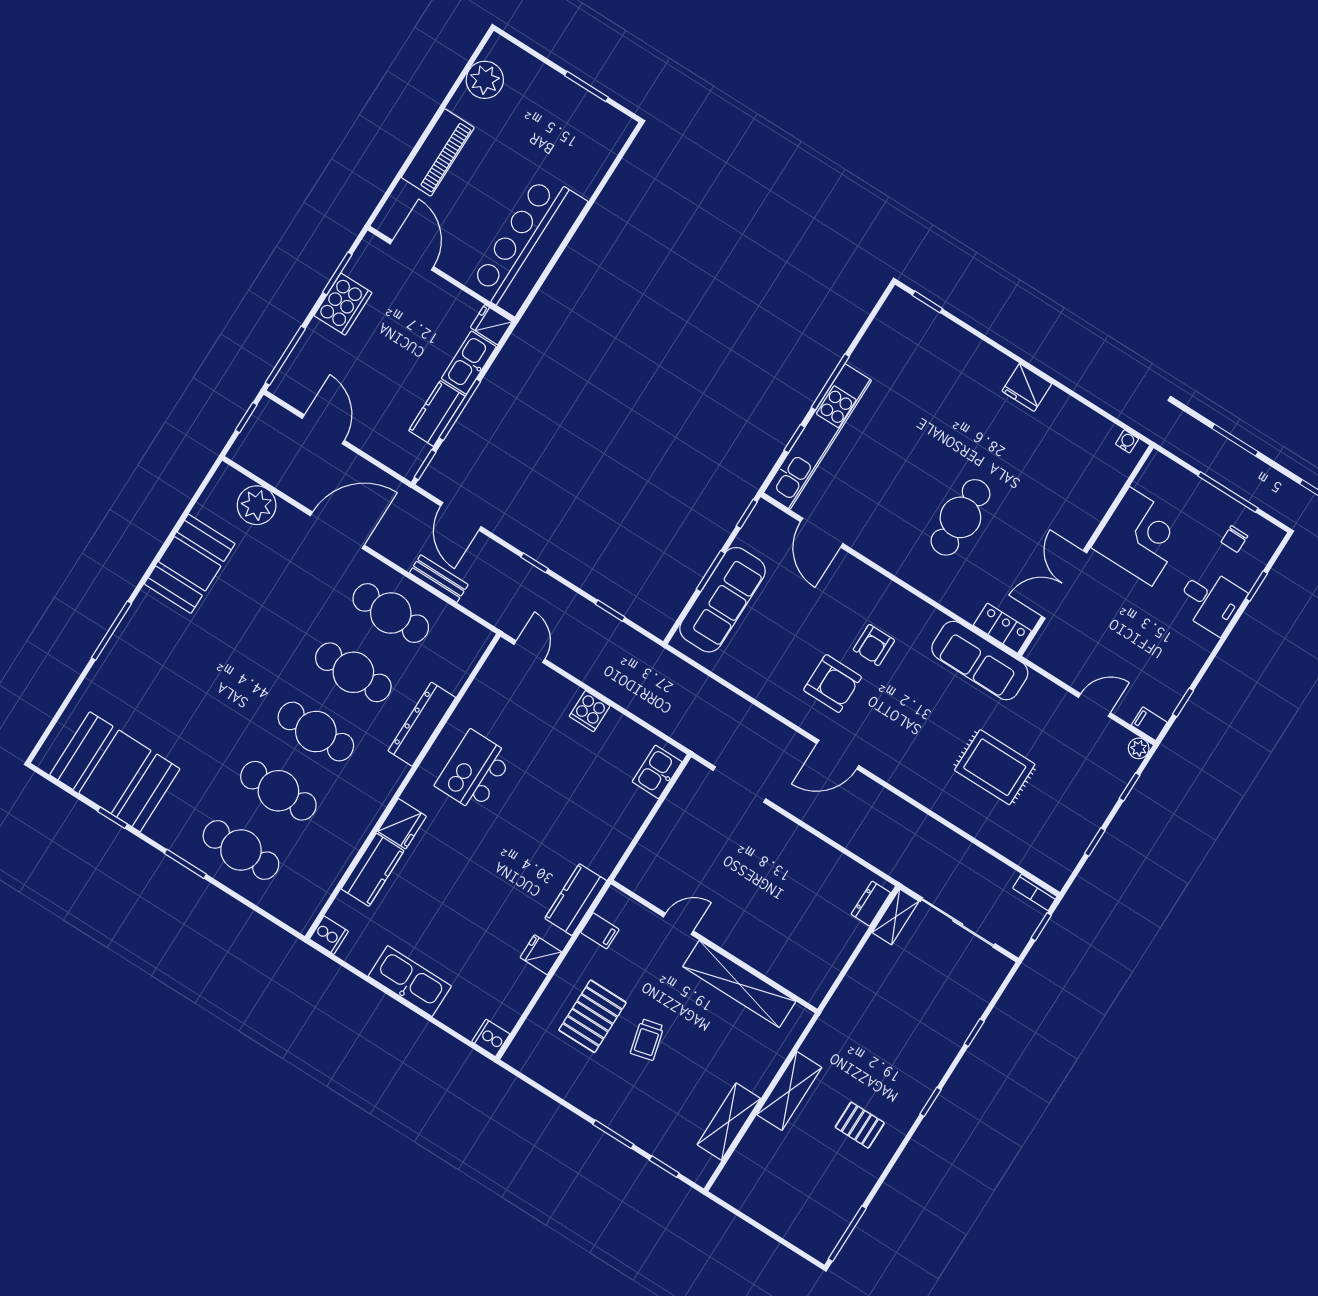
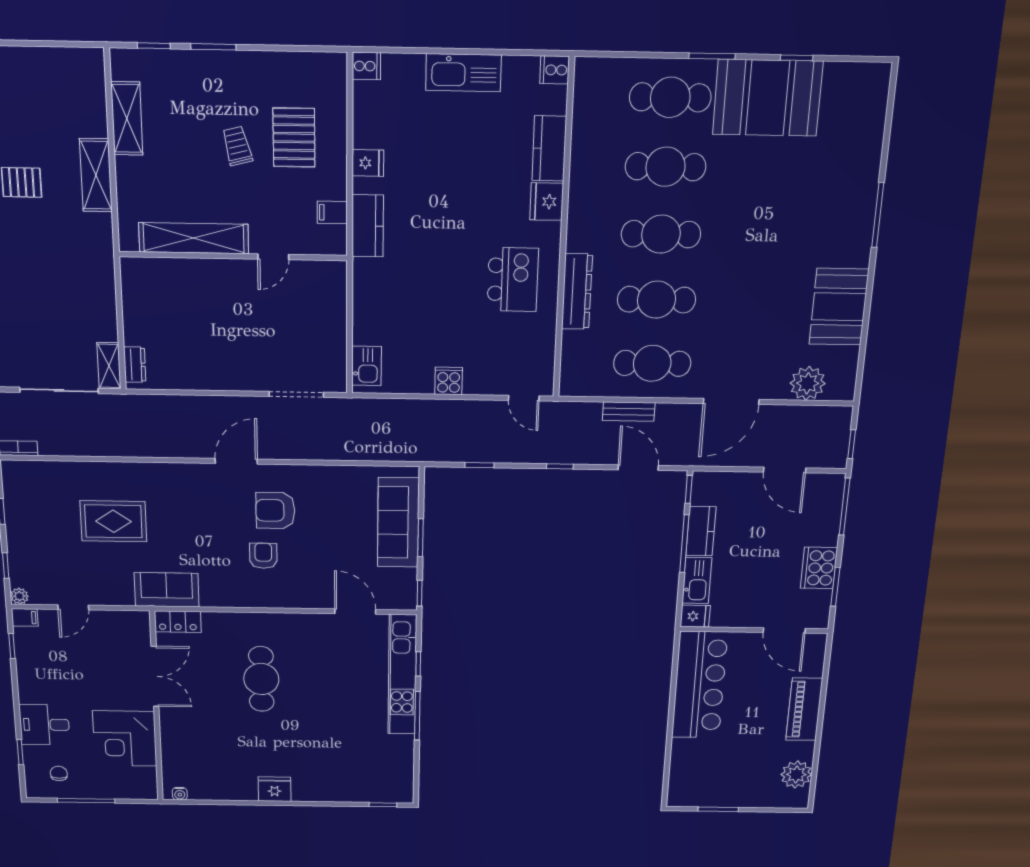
sofa: (980, 661) -> (167, 590), width x0.73
booth: (115, 772) -> (768, 98), moved

